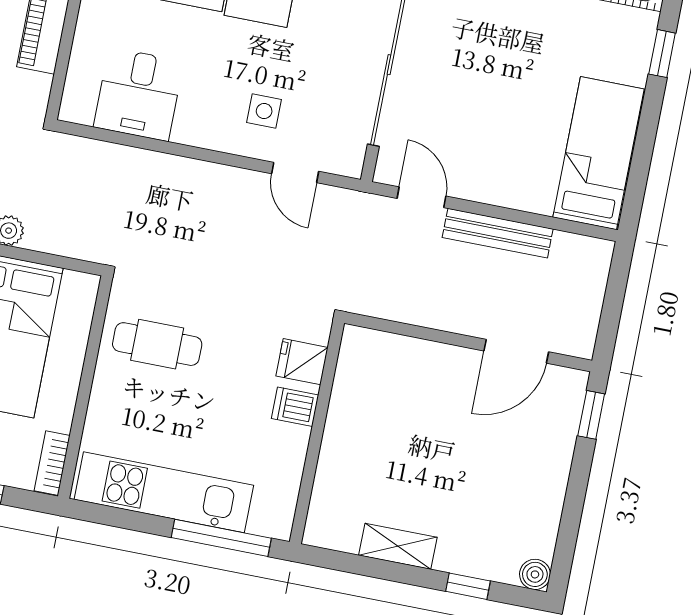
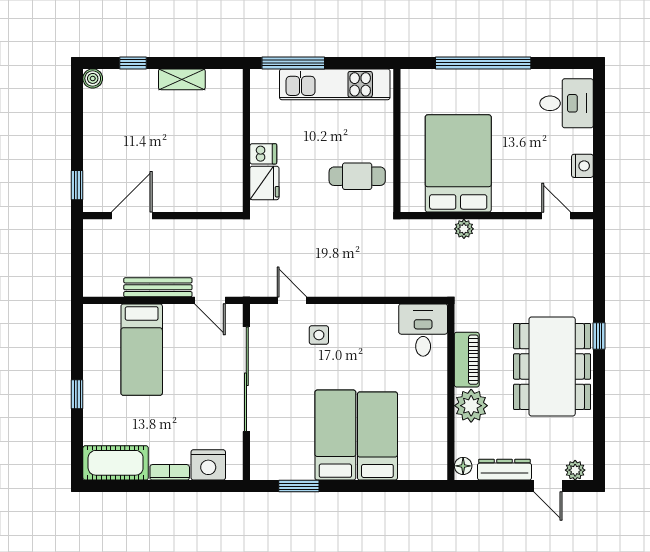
window: (662, 54) -> (77, 394), moved
desk: (139, 94) -> (423, 330), moved
bed: (598, 153) -> (142, 350), moved
fridge: (302, 362) -> (264, 183), width x1.38
bookcase: (52, 463) -> (408, 89), removed

